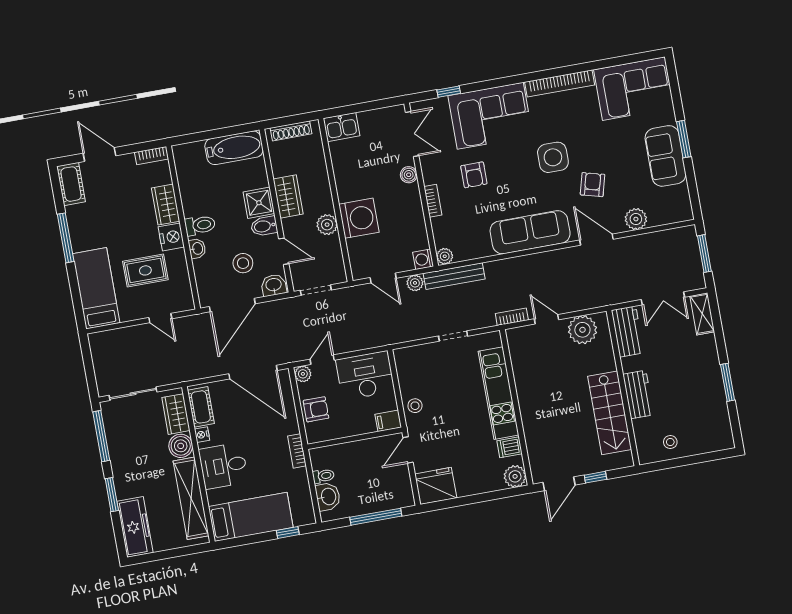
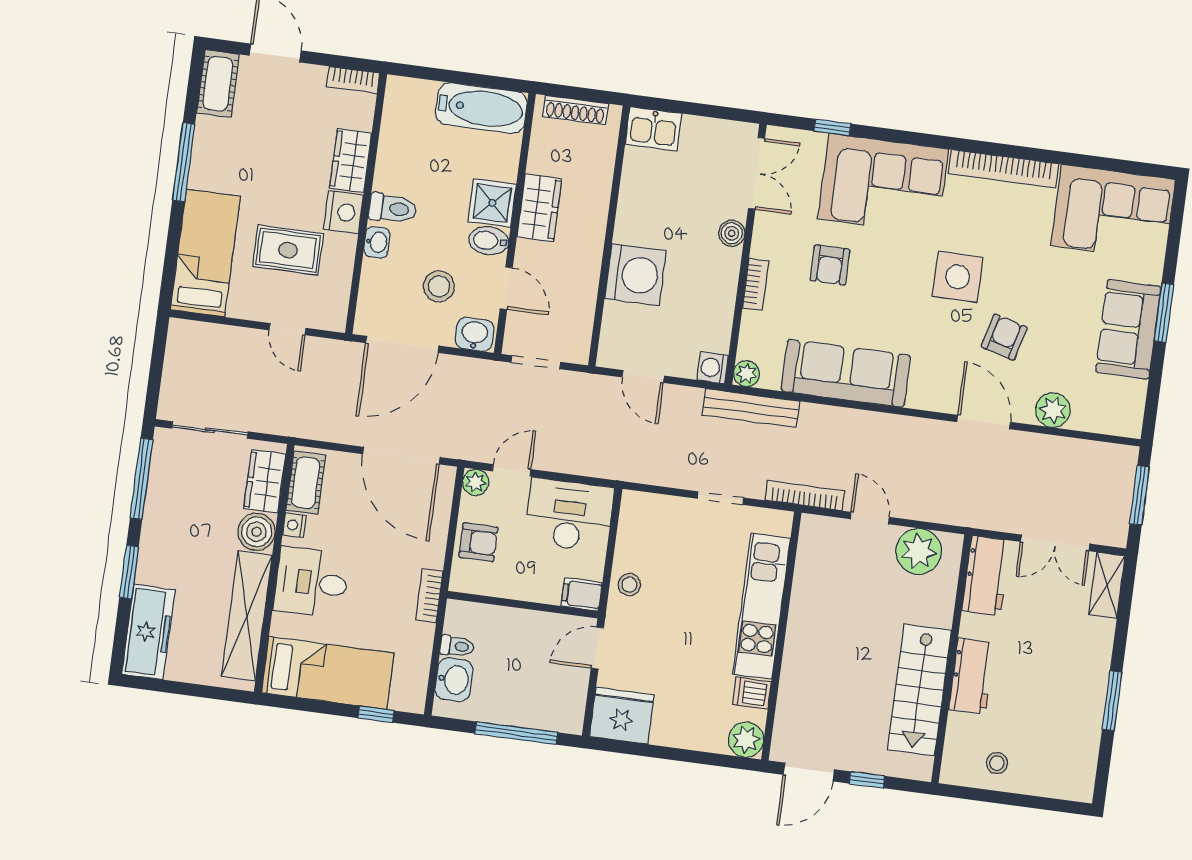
plant: (327, 225) -> (584, 269), removed
sofa: (530, 232) -> (846, 373), moved
plant: (415, 283) -> (689, 399), removed
bookcase: (512, 317) -> (805, 496), width x1.56

